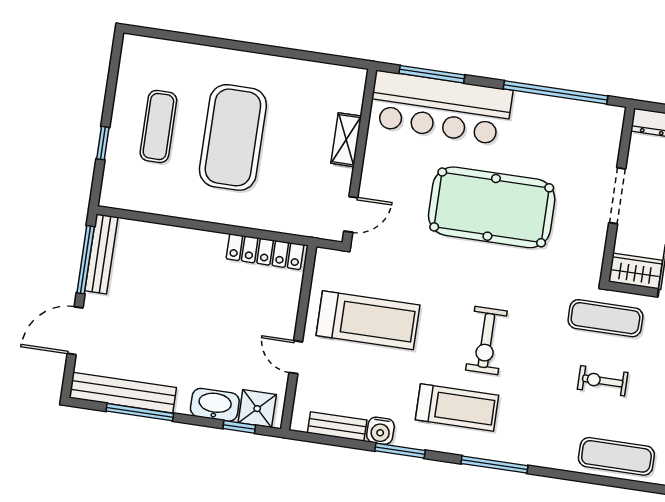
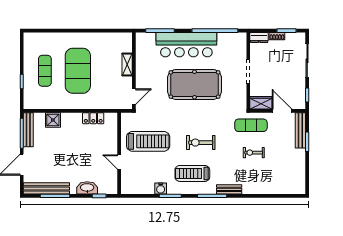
bar counter: (440, 108) -> (186, 45), moved
locker: (265, 252) -> (93, 118), width x0.66
exercise bike: (486, 341) -> (201, 143), turned 90
treadmill: (457, 407) -> (192, 173), turned 180
shower: (257, 409) -> (53, 120), moved
bench: (337, 426) -> (229, 189), moved
exercise mat: (616, 456) -> (265, 184), removed

